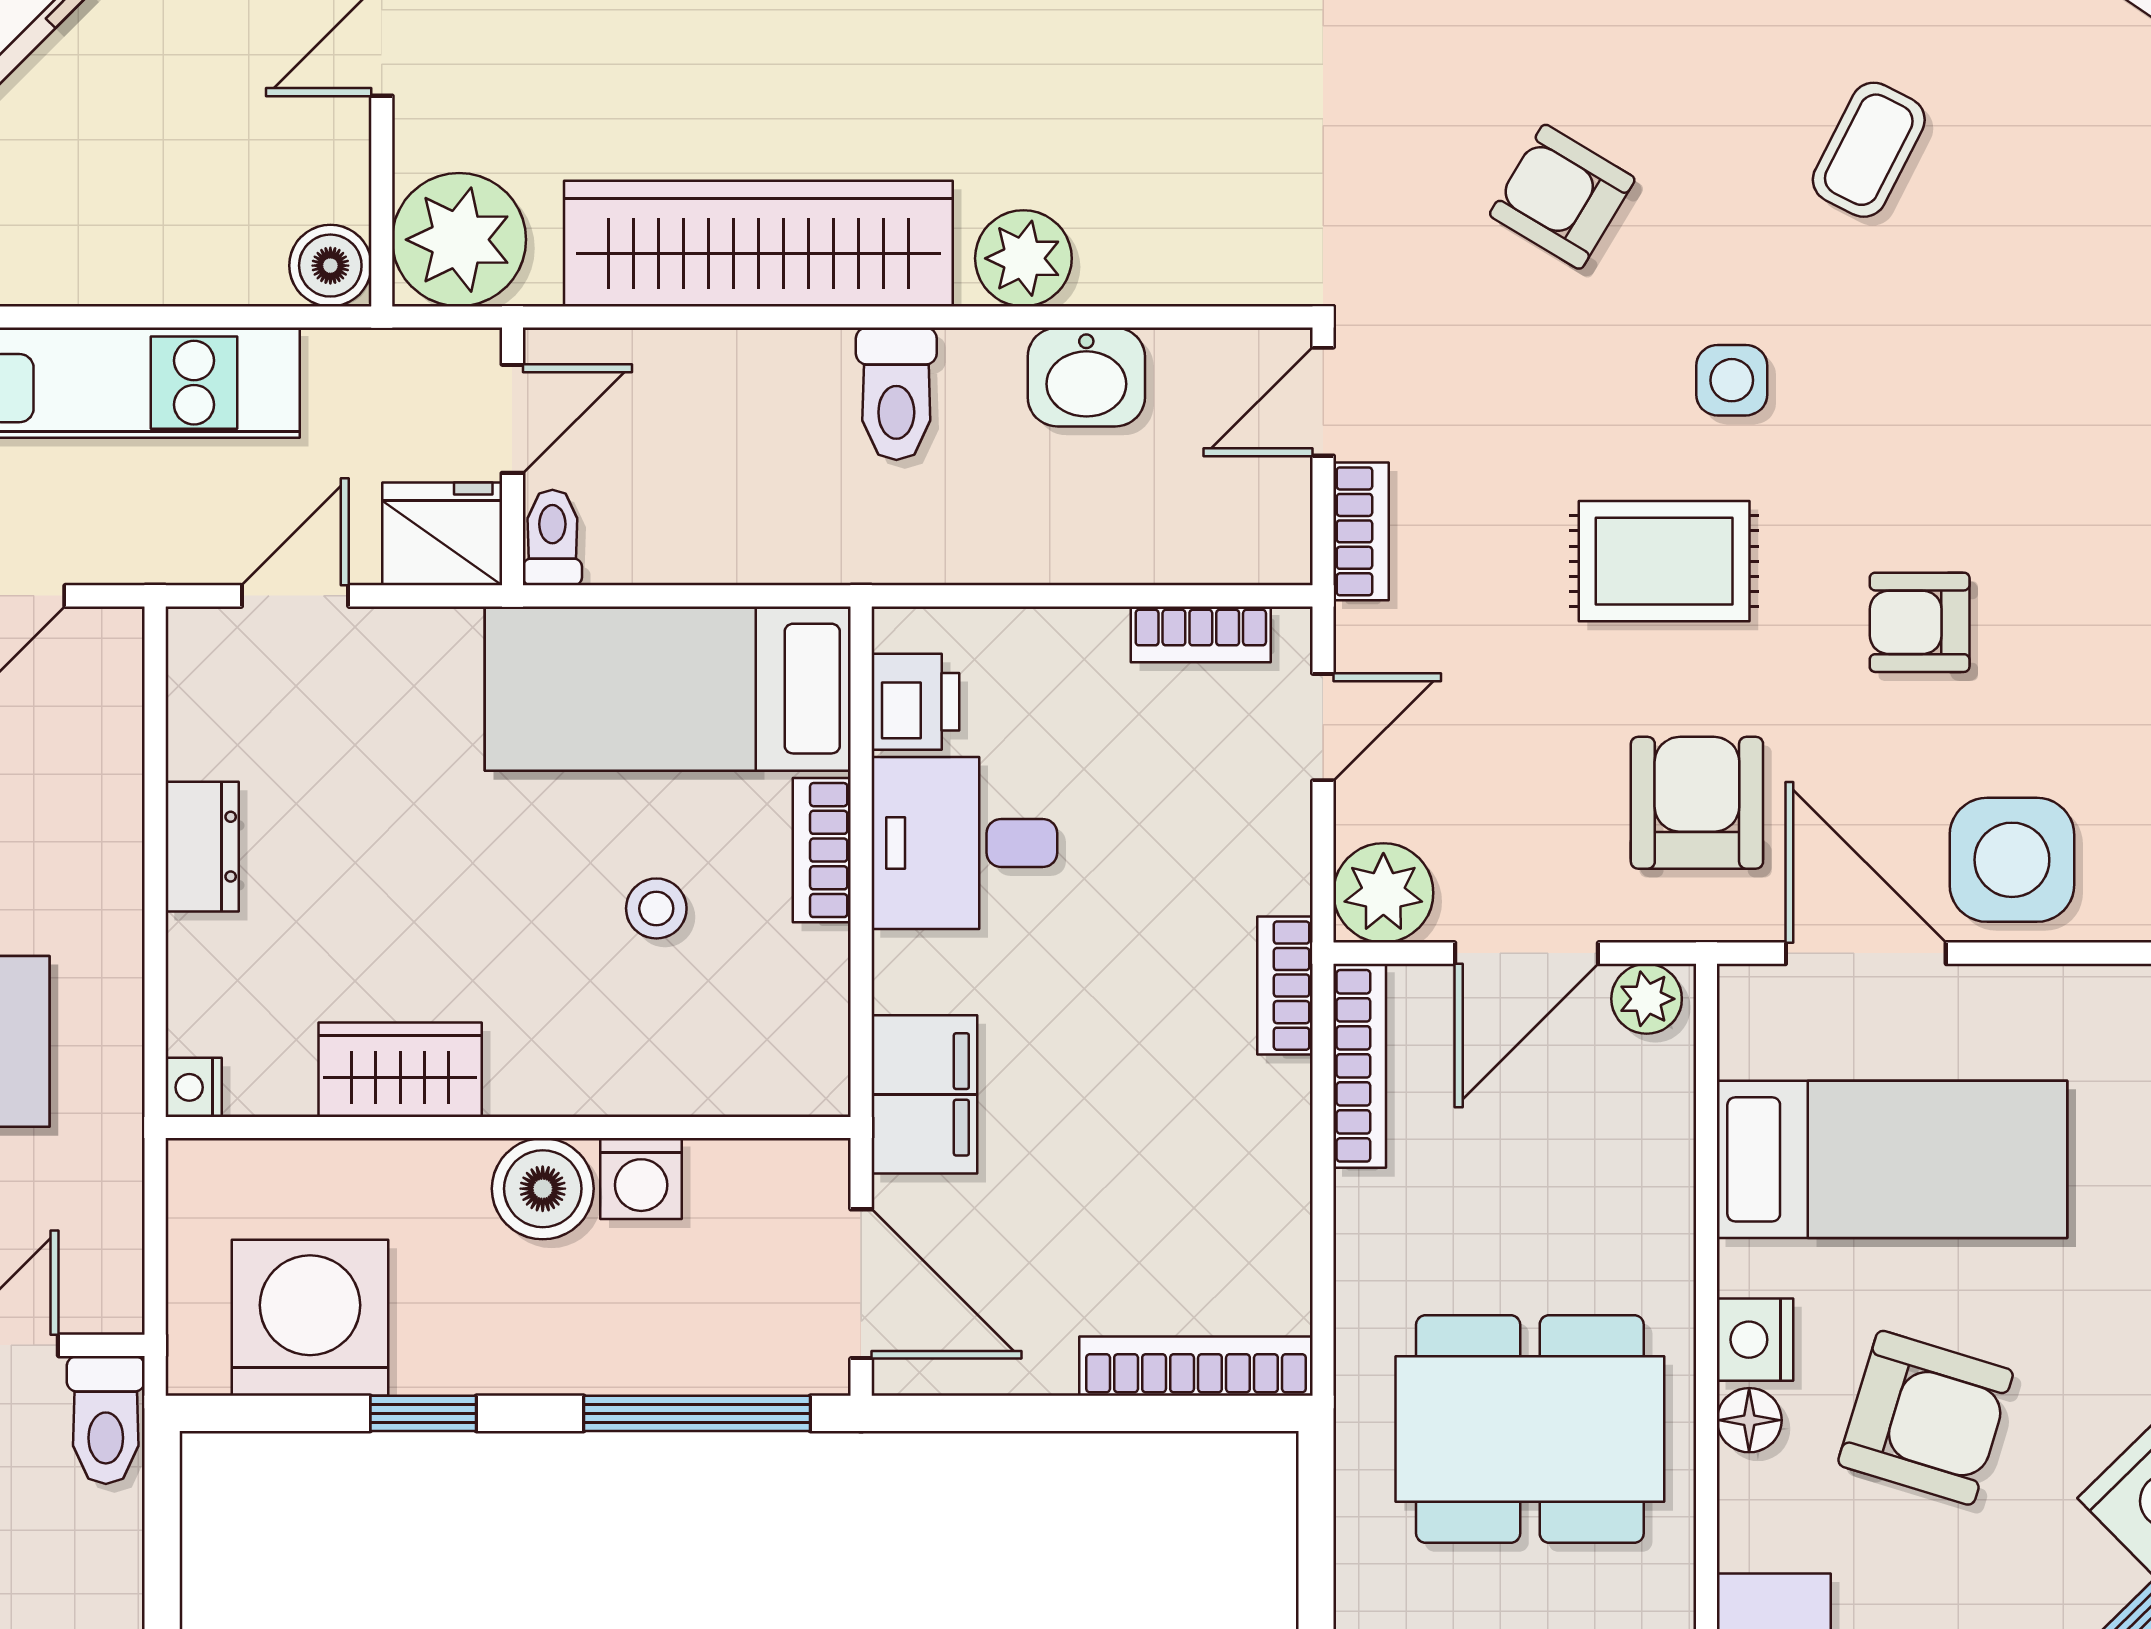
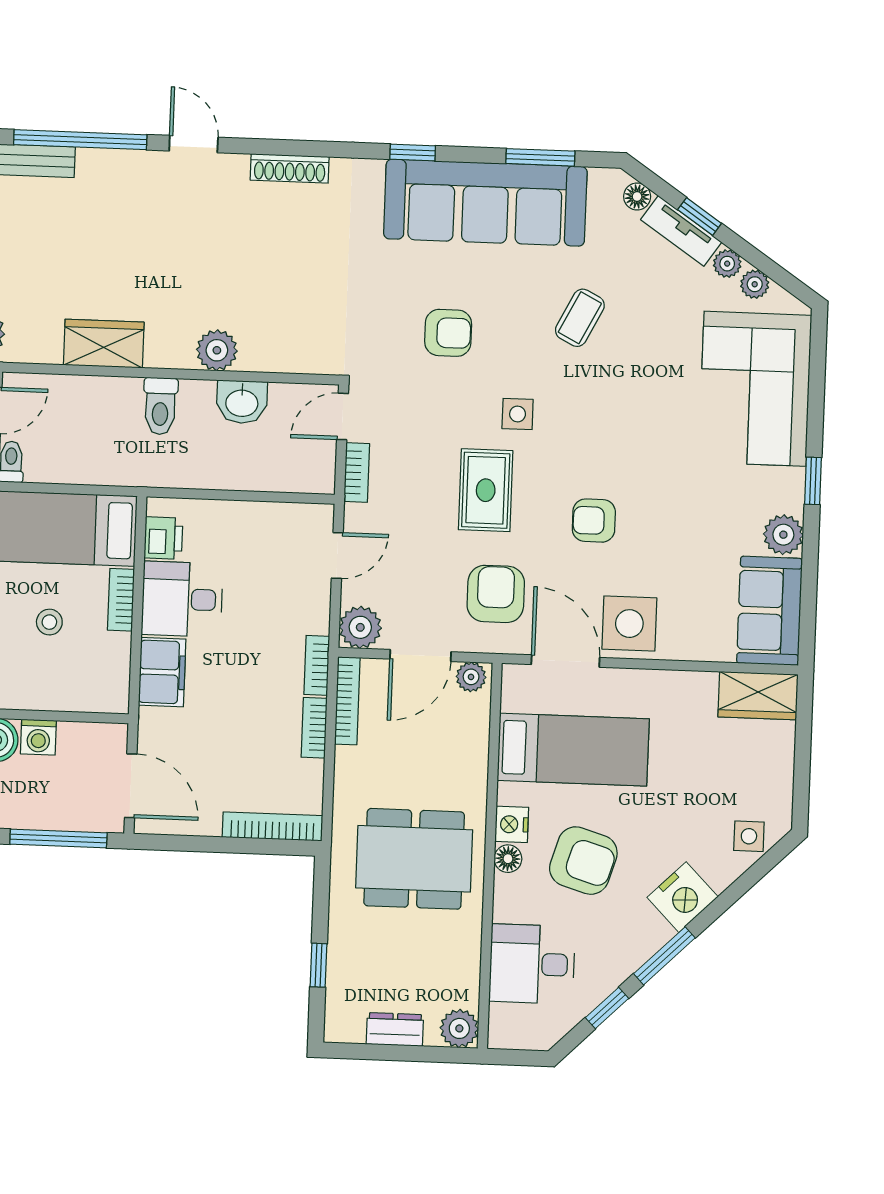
armchair: (1562, 197) -> (448, 333), turned 149
wardrobe: (758, 244) -> (104, 344), width x0.48, depth x0.85
rug: (1664, 561) -> (486, 490), turned 90
bookcase: (1201, 634) -> (314, 728), moved, turned 90
filing cabinet: (924, 1094) -> (162, 672), moved

